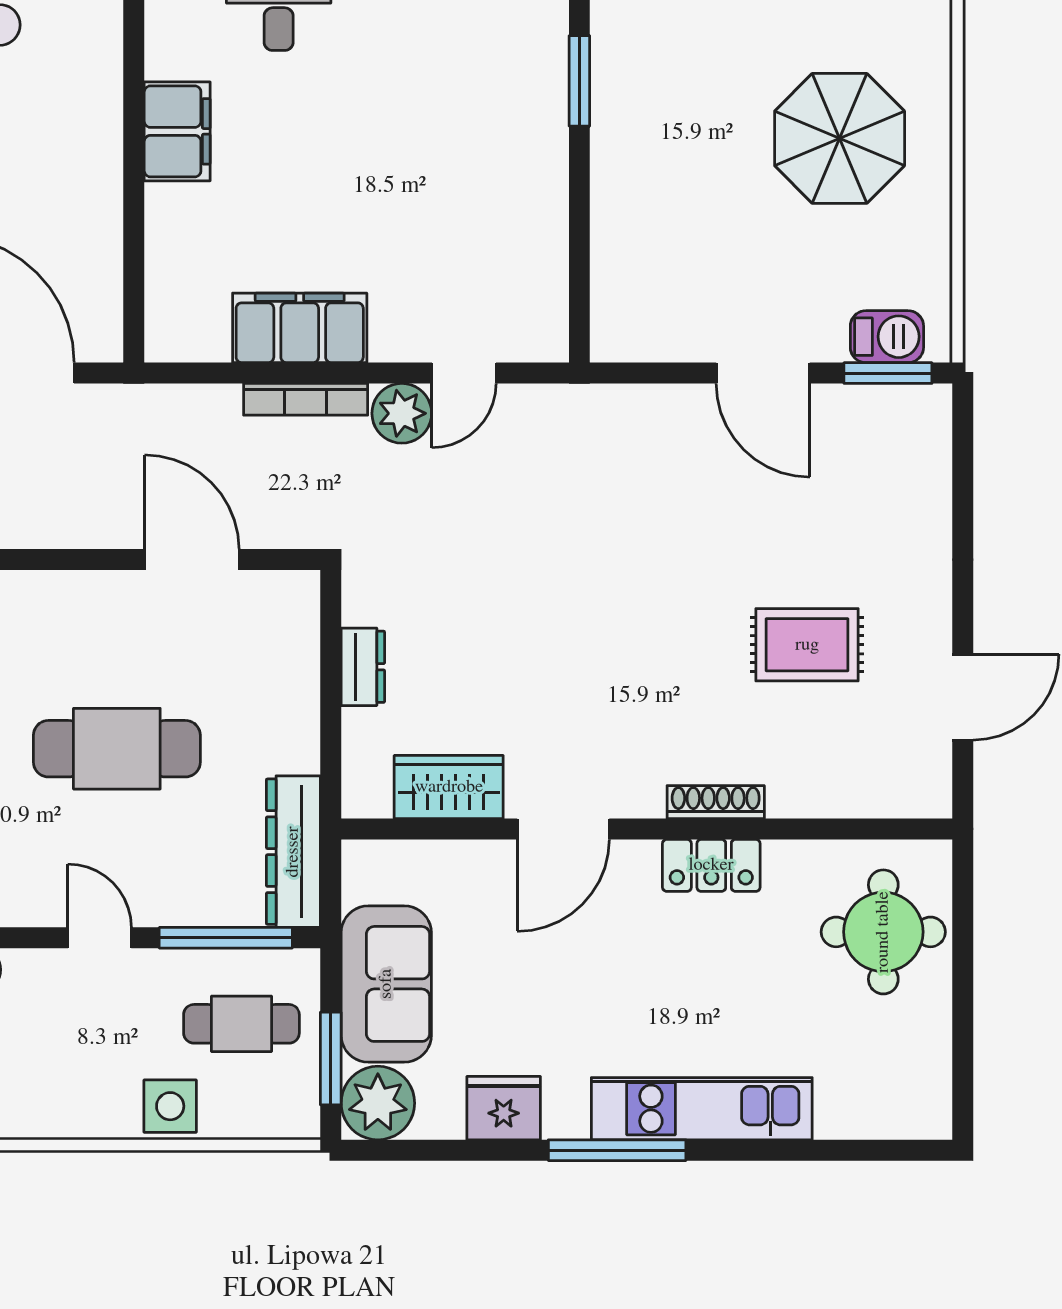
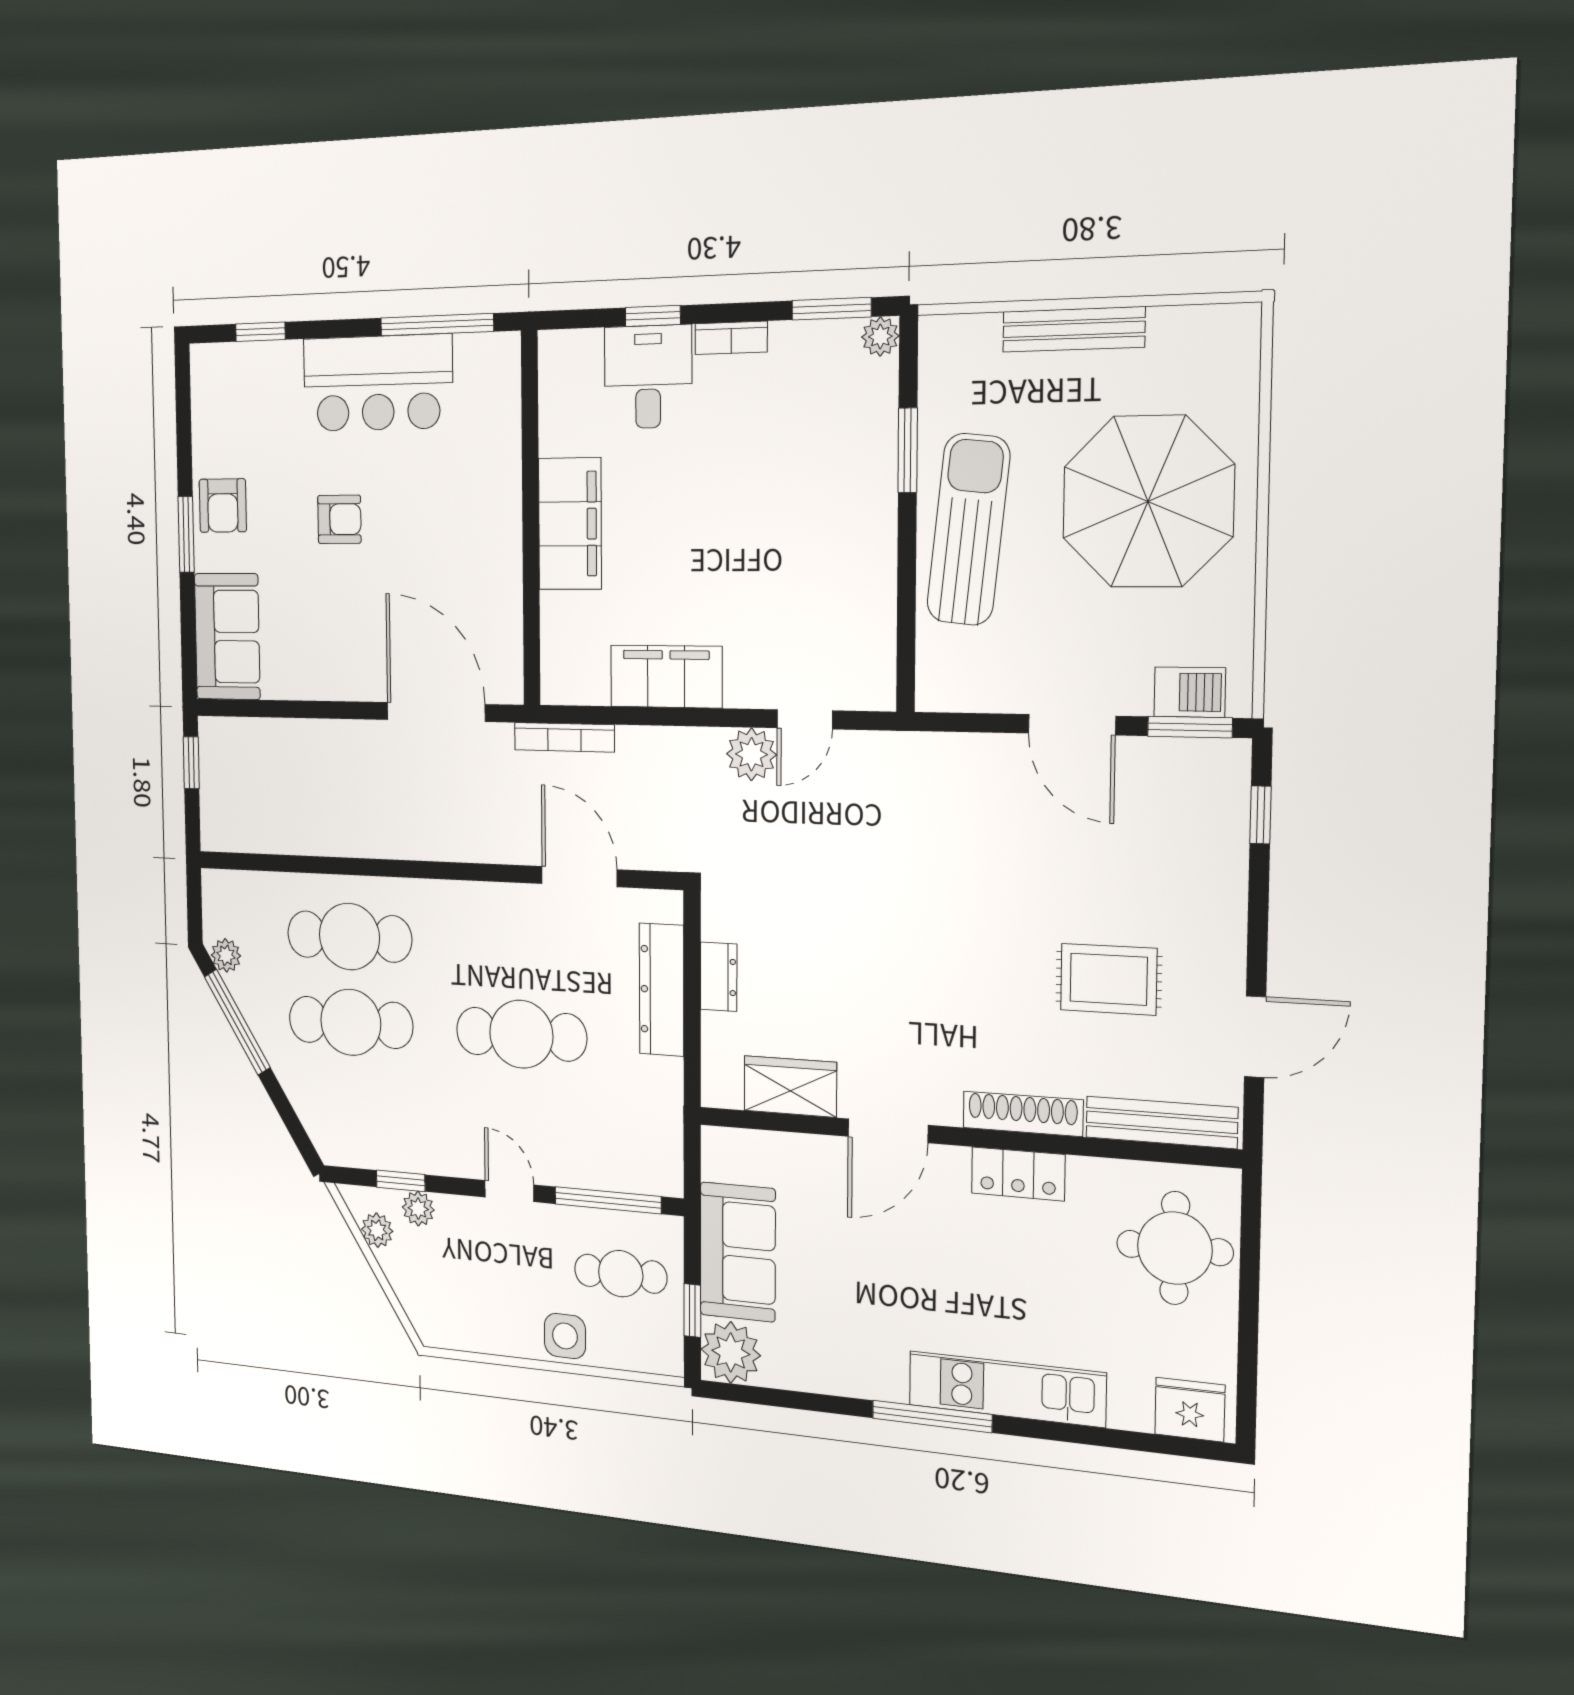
filing cabinet: (177, 131) -> (570, 524), width x1.50, depth x1.17
parasol: (840, 138) -> (1148, 501), width x1.36, depth x1.36
sun lounger: (648, 166) -> (968, 530), added
bookcase: (306, 399) -> (564, 737), moved
window: (963, 463) -> (1260, 815), added
bench: (866, 796) -> (1161, 1122), added
shoe rack: (716, 802) -> (1023, 1114), width x1.36, depth x1.24
dresser: (293, 852) -> (662, 990), moved
window: (331, 1058) -> (692, 1310), width x0.67
fridge: (504, 1108) -> (1190, 1410), moved

